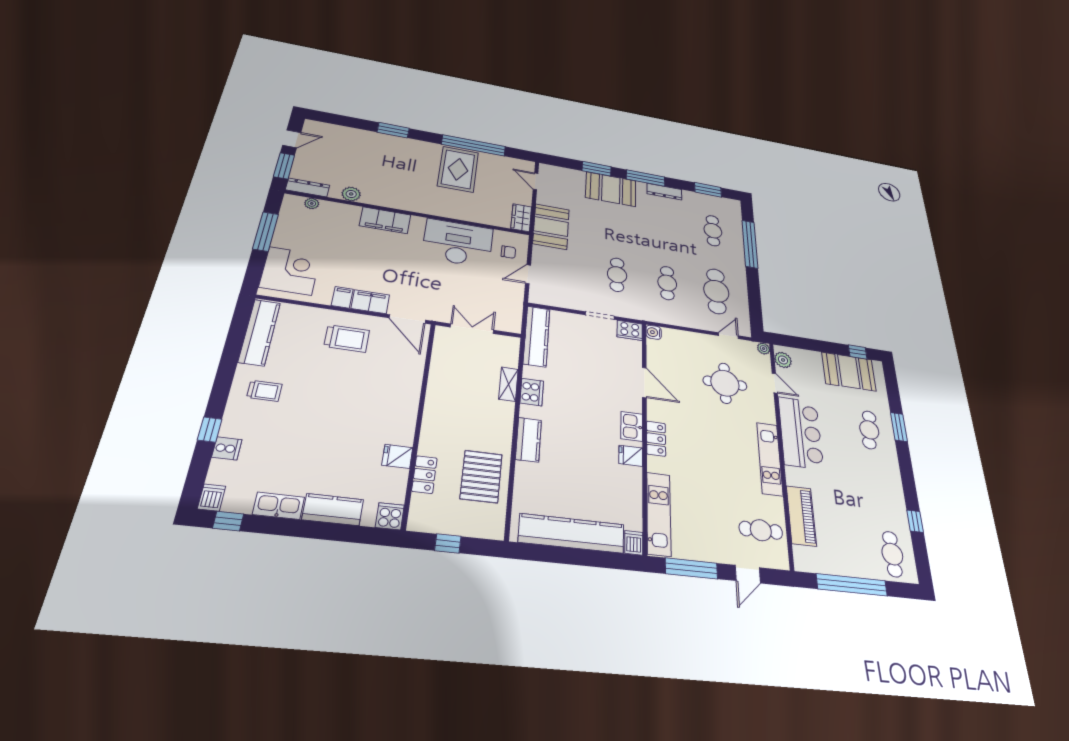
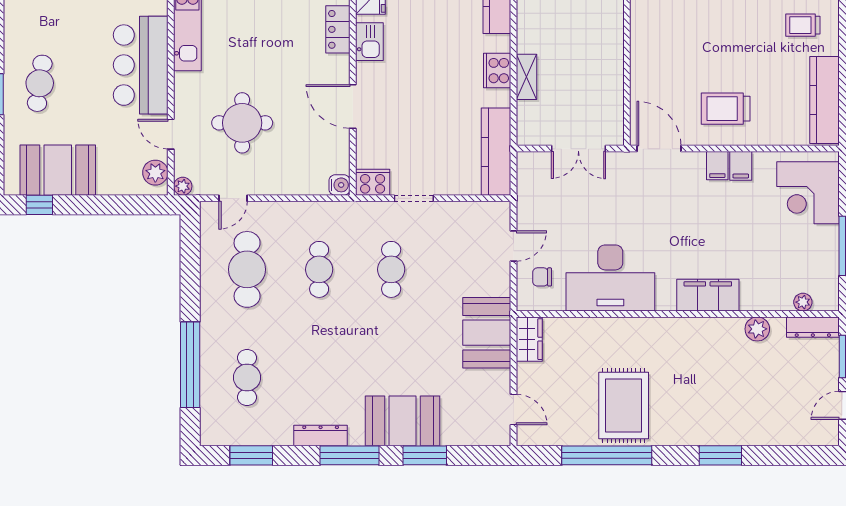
filing cabinet: (370, 302) -> (717, 166), width x0.50

